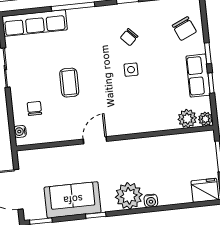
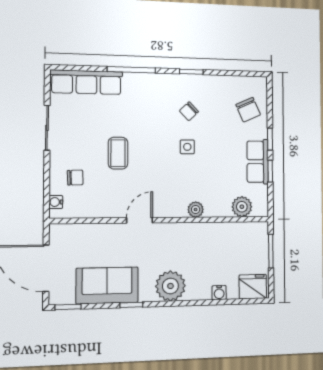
chair: (34, 108) -> (75, 178), turned 88
plant: (205, 119) -> (196, 210), moved
water cooler: (151, 201) -> (219, 293), moved

